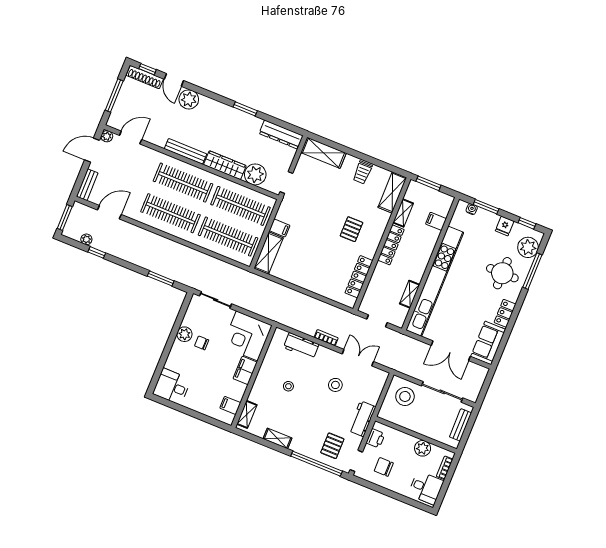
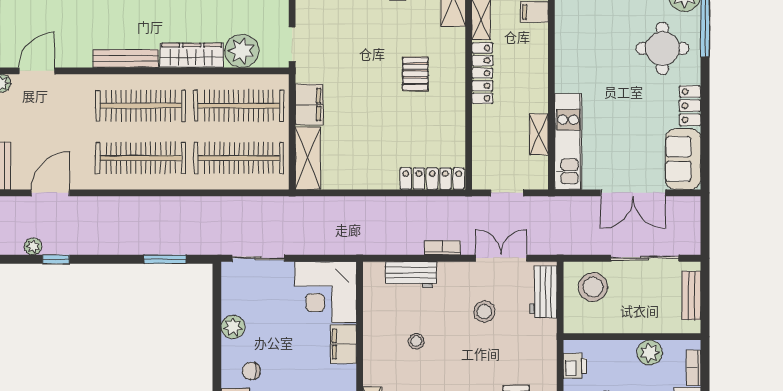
filing cabinet: (280, 228) -> (309, 105), width x2.00
locker: (359, 277) -> (432, 179), moved, turned 90
kitchen unit: (435, 281) -> (568, 142), width x0.54
chair: (202, 343) -> (251, 371), moved
workbench: (362, 419) -> (543, 292), moved

